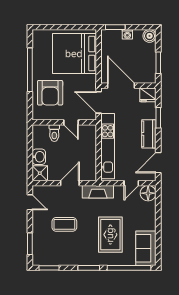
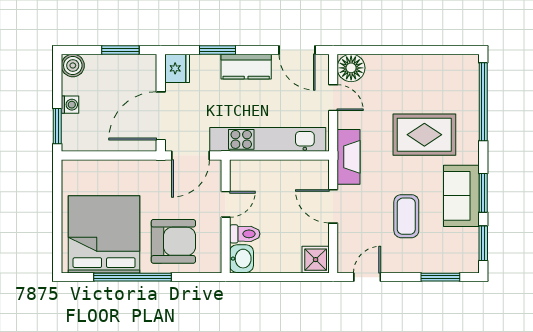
bed: (74, 54) -> (104, 234), moved, turned 180
washbasin: (39, 157) -> (241, 259), moved, turned 90
sofa: (146, 248) -> (461, 196), moved, turned 90
window: (89, 268) -> (483, 193), moved

